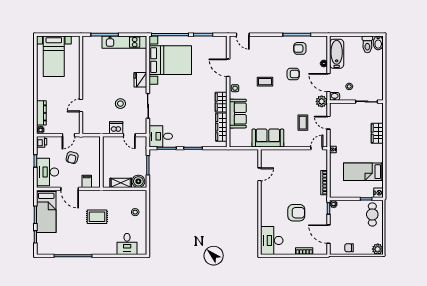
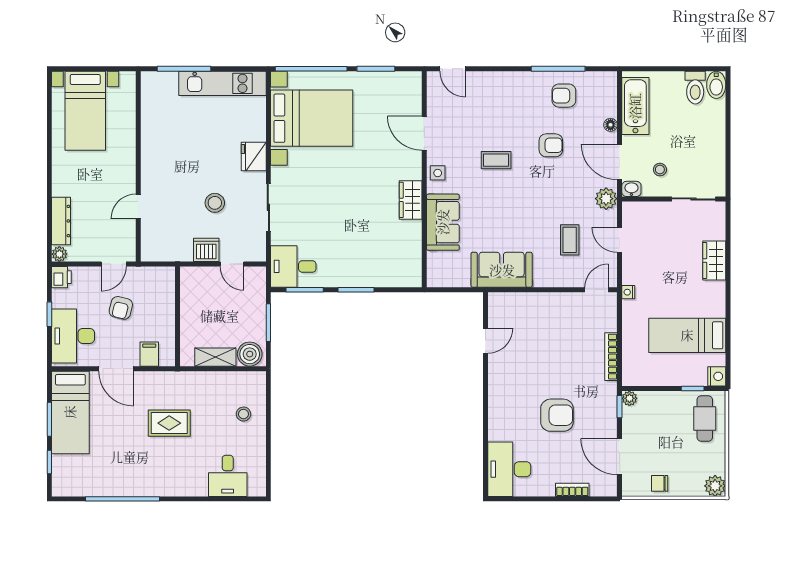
wardrobe: (221, 127) -> (411, 249), removed

